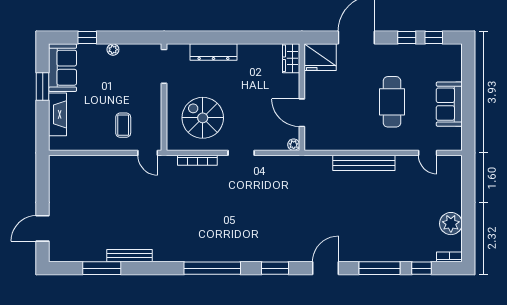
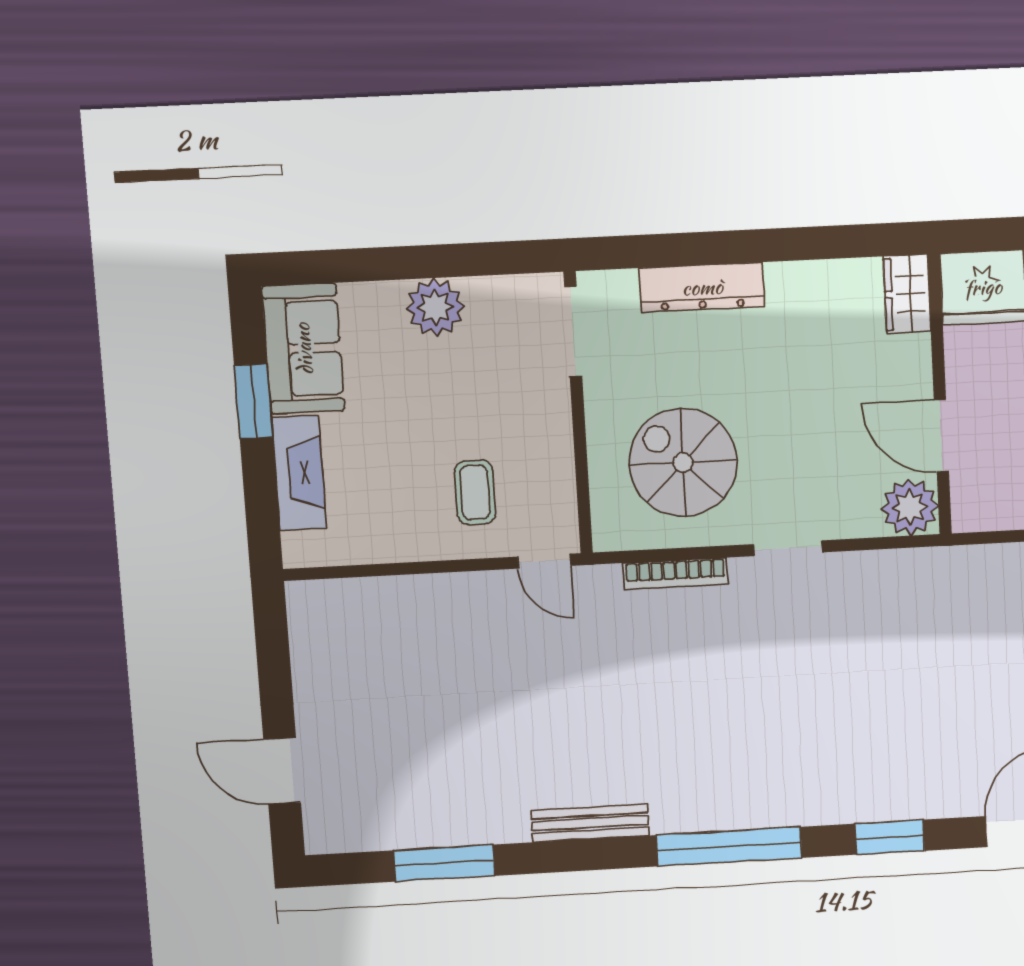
window: (87, 38) -> (363, 265), removed
plant: (113, 50) -> (435, 307), width x1.87, depth x1.87
plant: (294, 145) -> (910, 507), width x1.88, depth x1.88
door: (43, 228) -> (282, 771), hinge flipped
bench: (130, 256) -> (590, 823), moved

